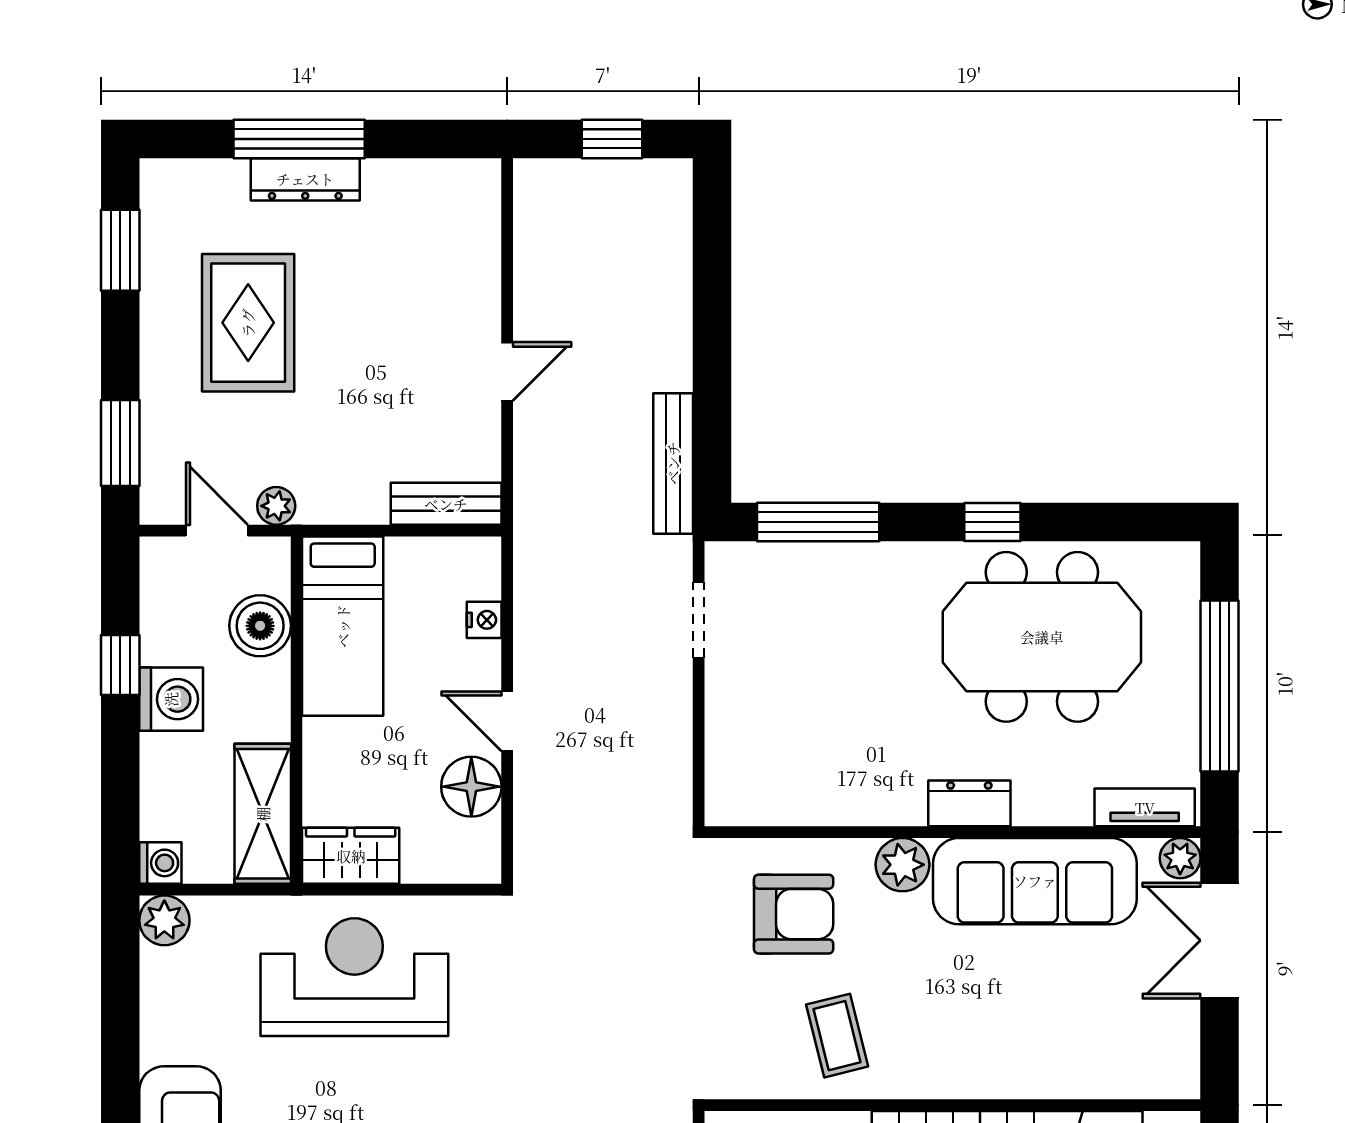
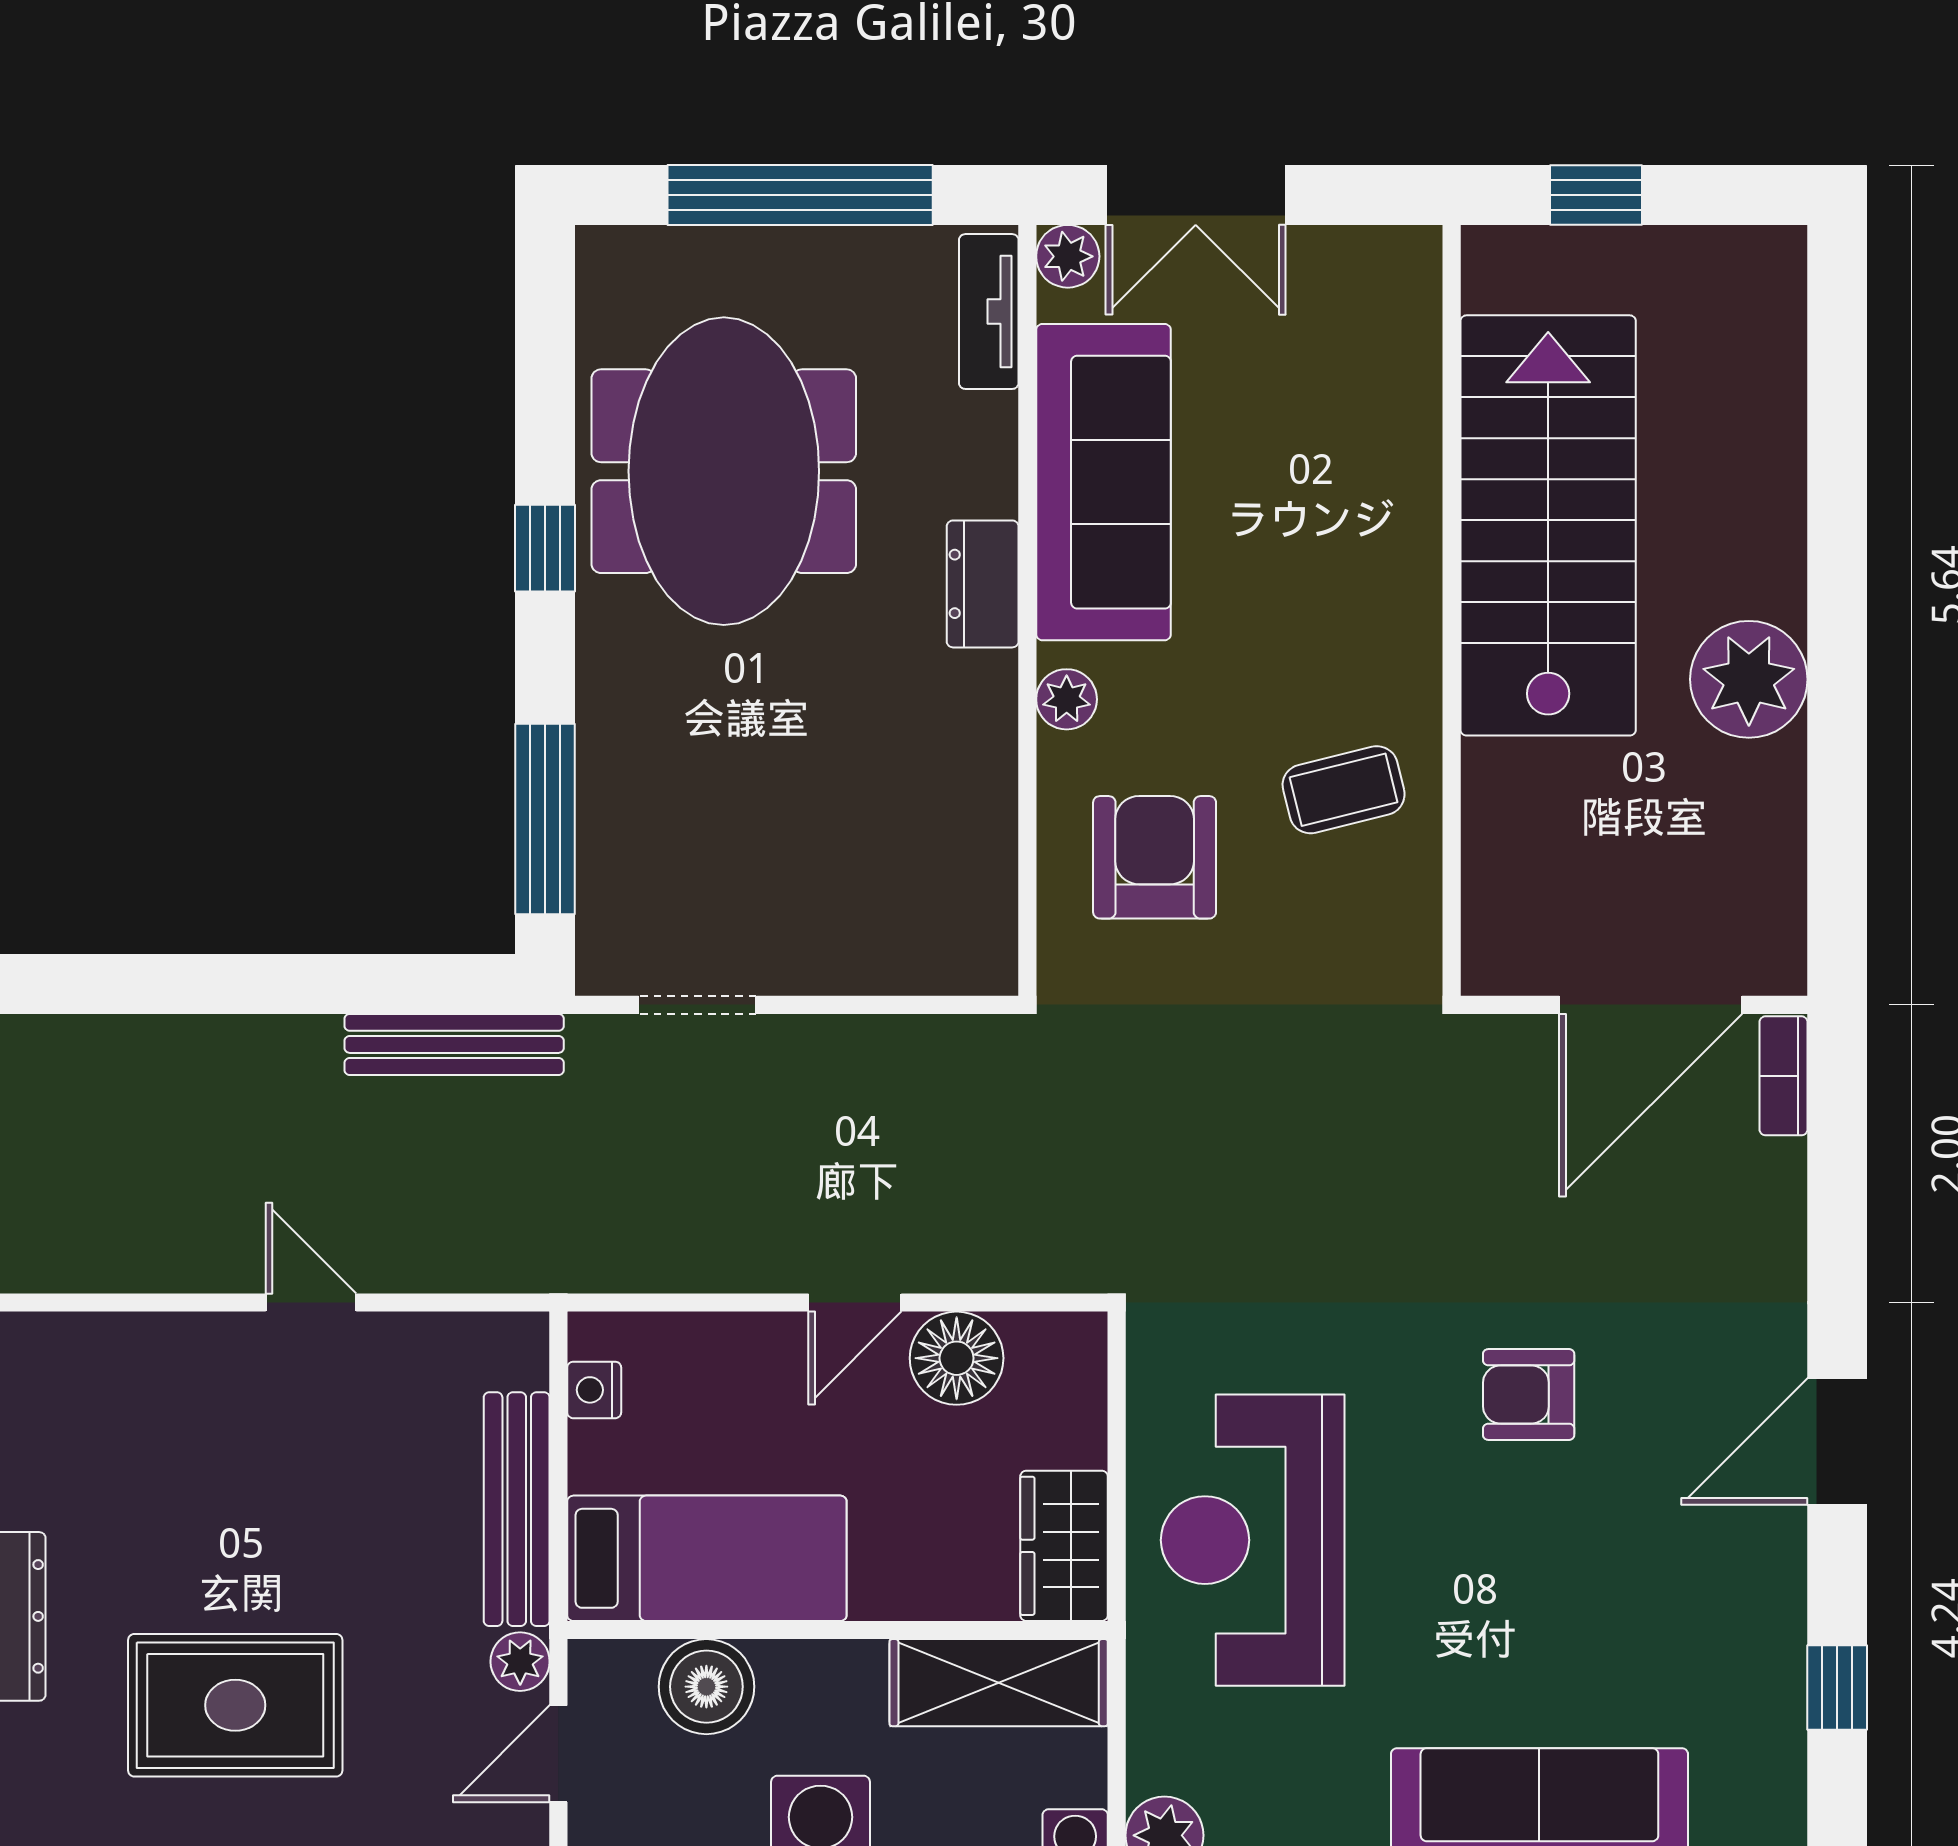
bench: (446, 504) -> (517, 1509), moved, width x1.36
nightstand: (484, 620) -> (594, 1390), moved, turned -90
plant: (903, 865) -> (1067, 699), width x0.73, depth x0.73

